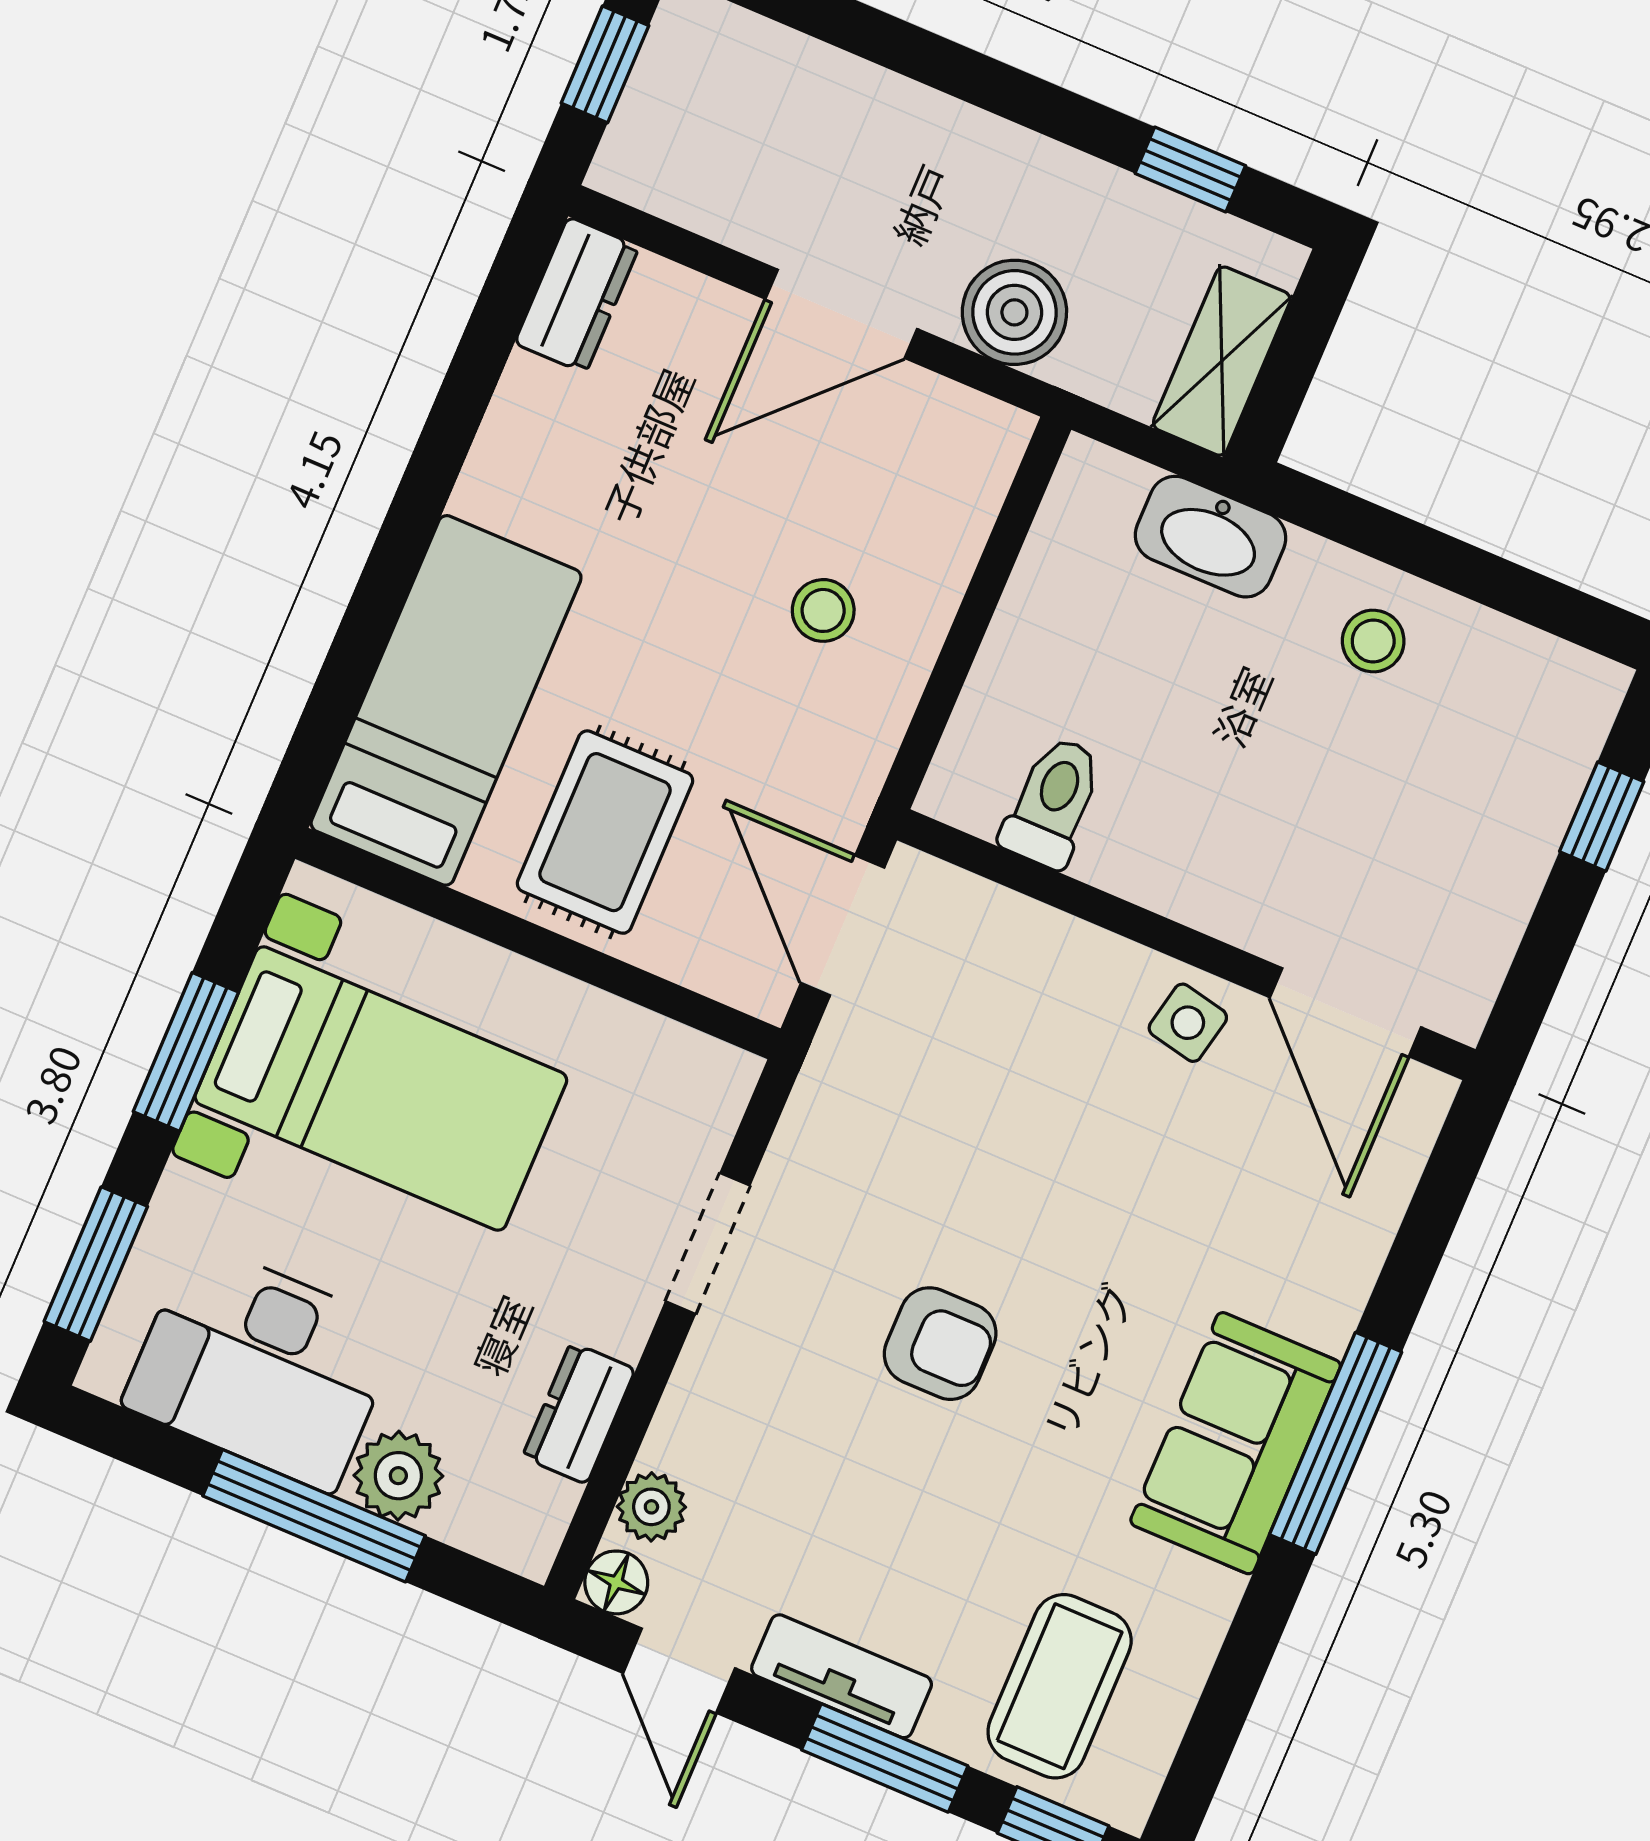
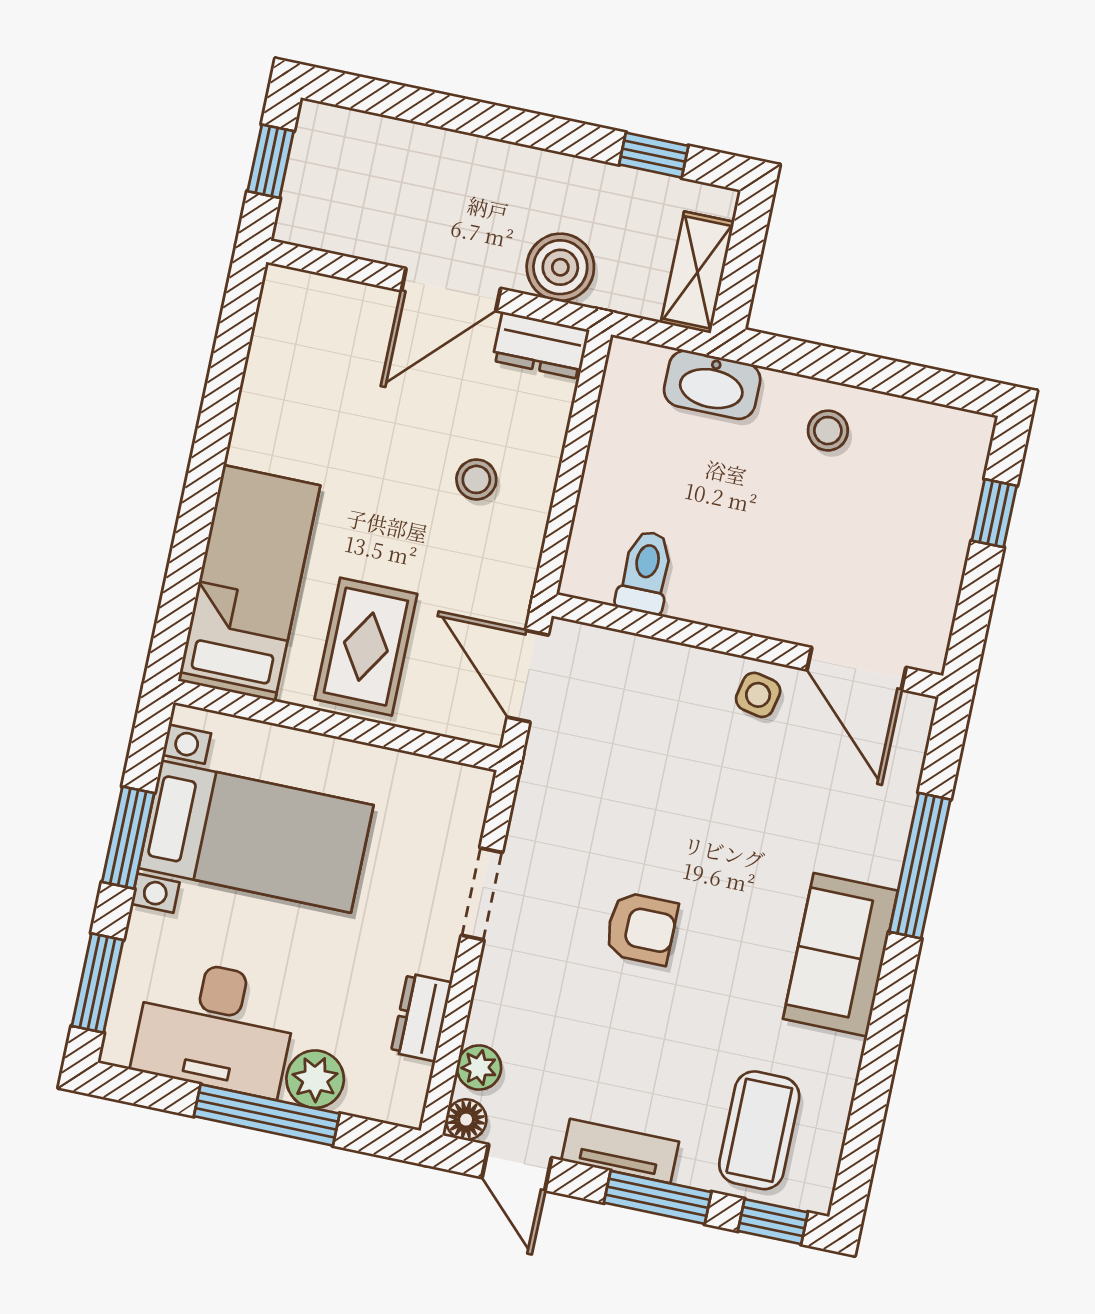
dresser: (577, 295) -> (541, 345), moved, turned 90
window: (1336, 1443) -> (920, 866), moved

